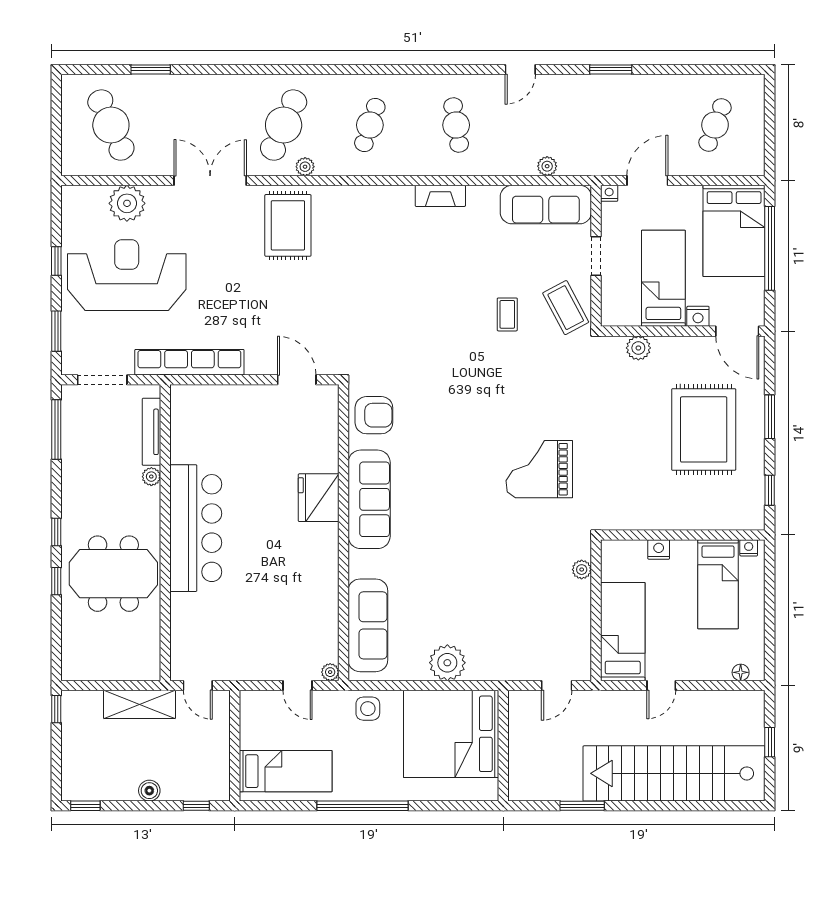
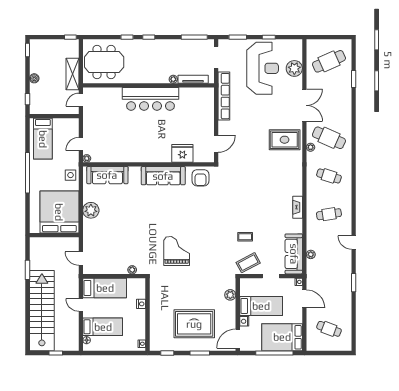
fridge: (319, 498) -> (182, 153), moved
meeting table: (113, 574) -> (104, 62), moved, turned 90
bed: (718, 584) -> (103, 327), moved, turned 180

